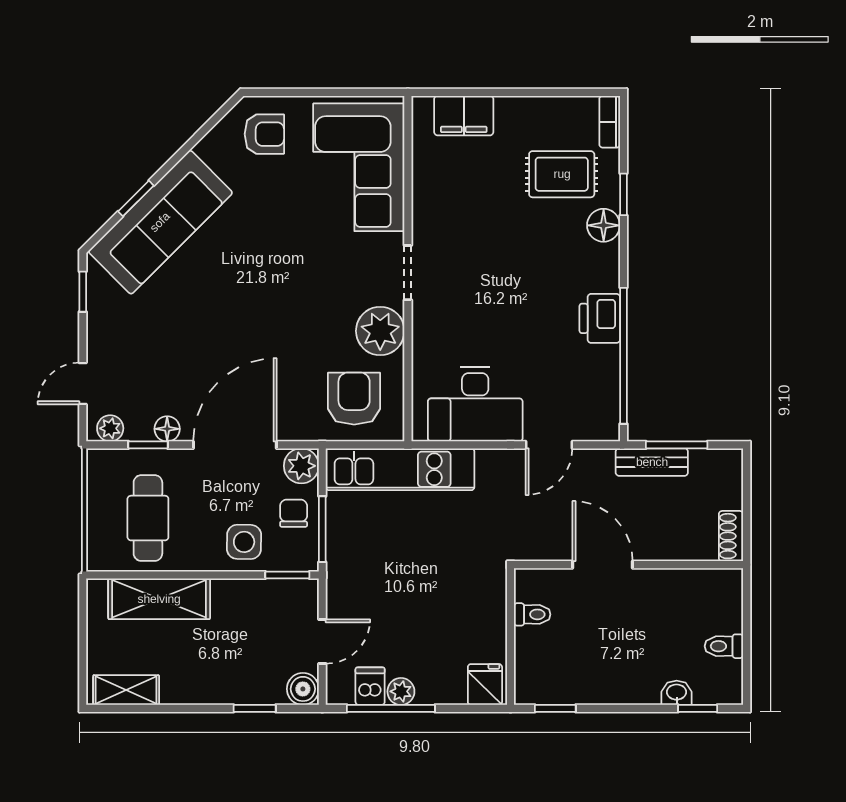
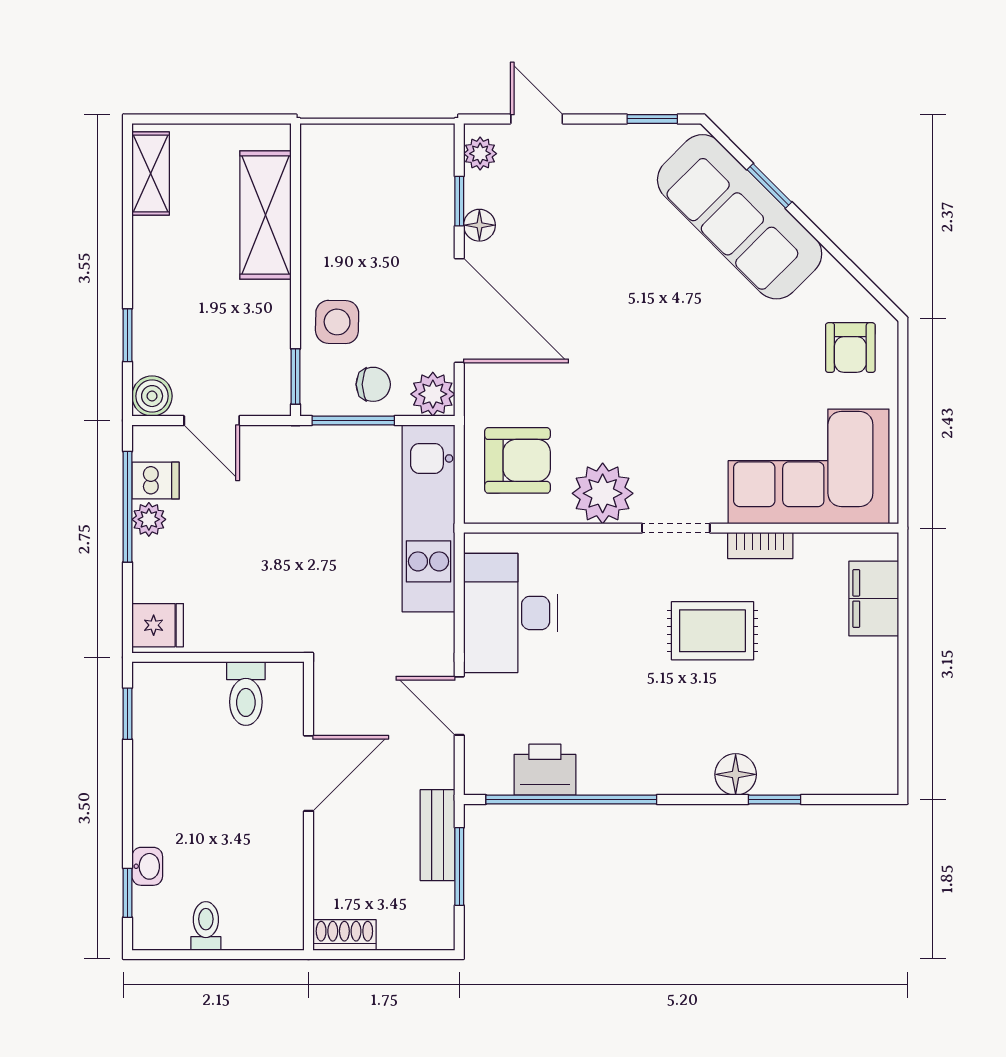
bookcase: (610, 122) -> (760, 545), moved, turned 180
rug: (562, 174) -> (712, 631), moved, turned 90
printer: (600, 318) -> (545, 770), moved
cafe table: (148, 518) -> (367, 201), removed
toilet: (532, 614) -> (246, 694), width x1.37, depth x1.39

